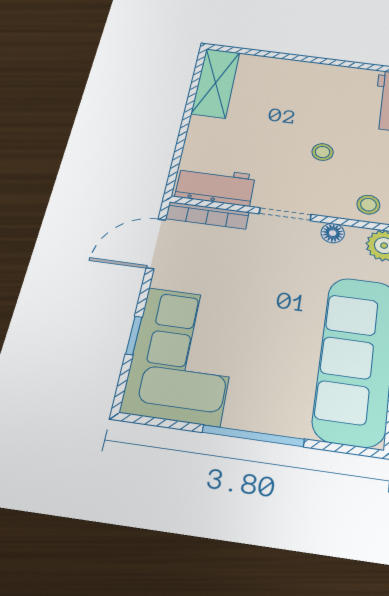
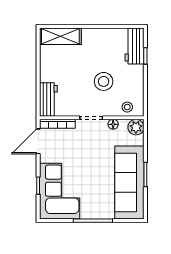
shelving: (216, 83) -> (60, 36), moved, turned 90
stool: (323, 152) -> (104, 81), width x1.89, depth x1.89
workbench: (215, 186) -> (48, 99), moved, turned 90

